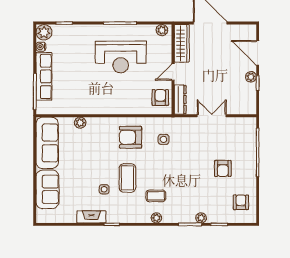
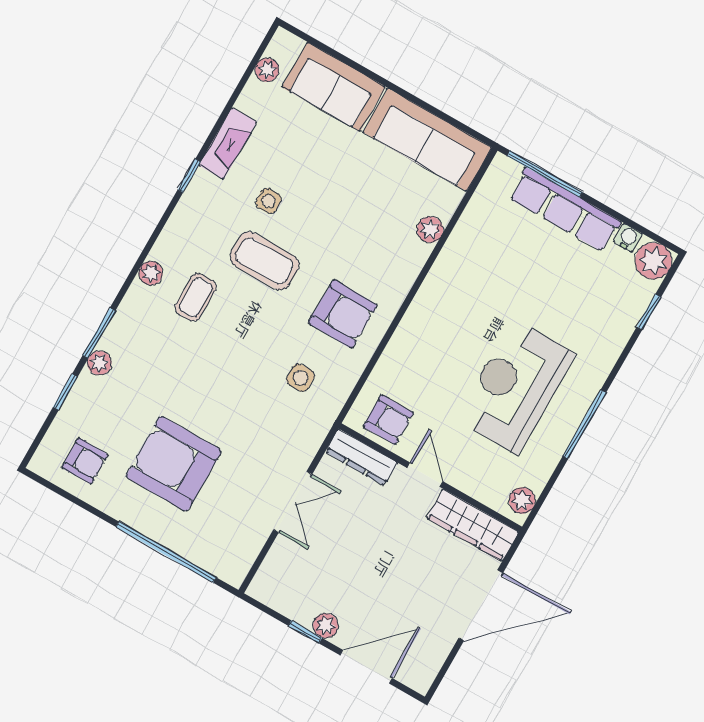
armchair: (131, 137) -> (343, 314), turned 91
armchair: (223, 168) -> (174, 464), width x1.88, depth x1.88
plant: (55, 218) -> (267, 70), added

